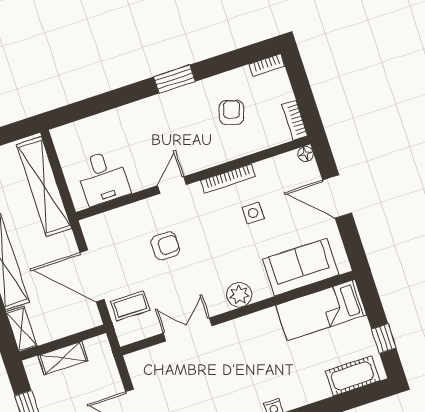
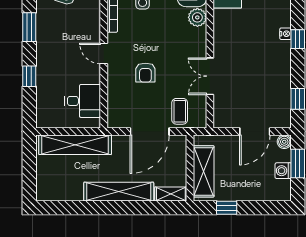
window: (112, 100) -> (29, 76), added
armchair: (165, 246) -> (145, 73), turned 180
plant: (239, 295) -> (197, 17), moved
shelving: (63, 358) -> (204, 171), width x1.50, depth x1.33

